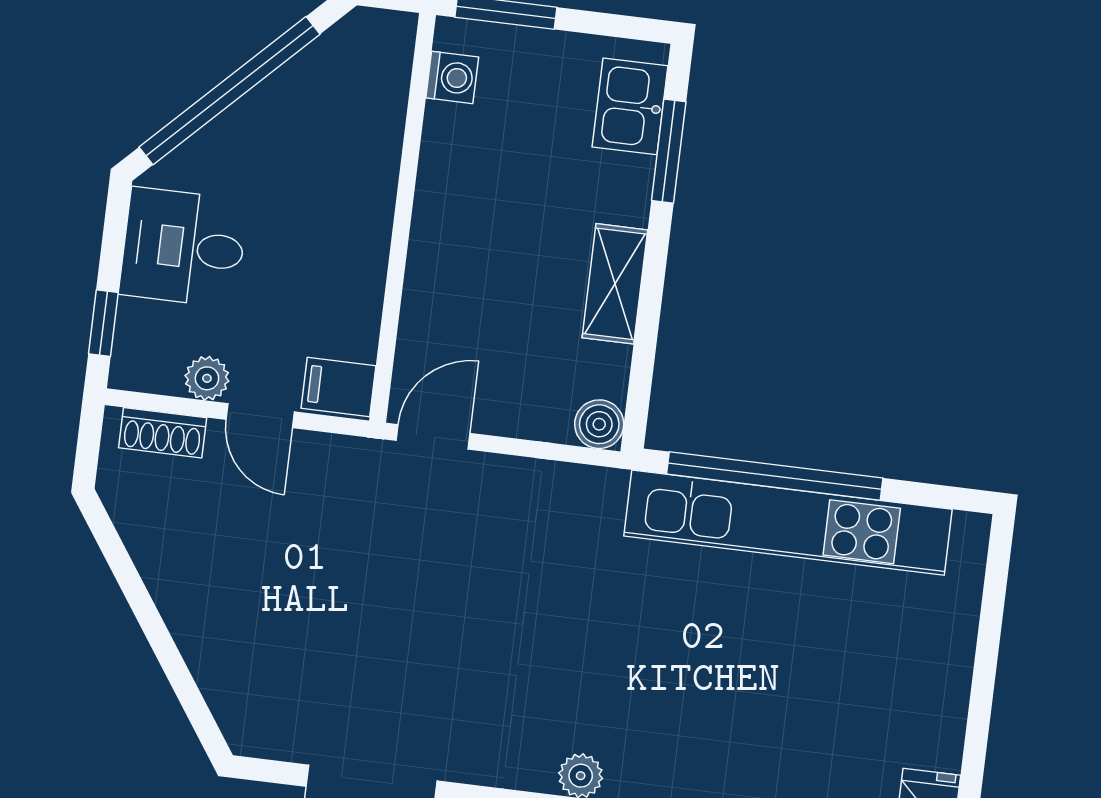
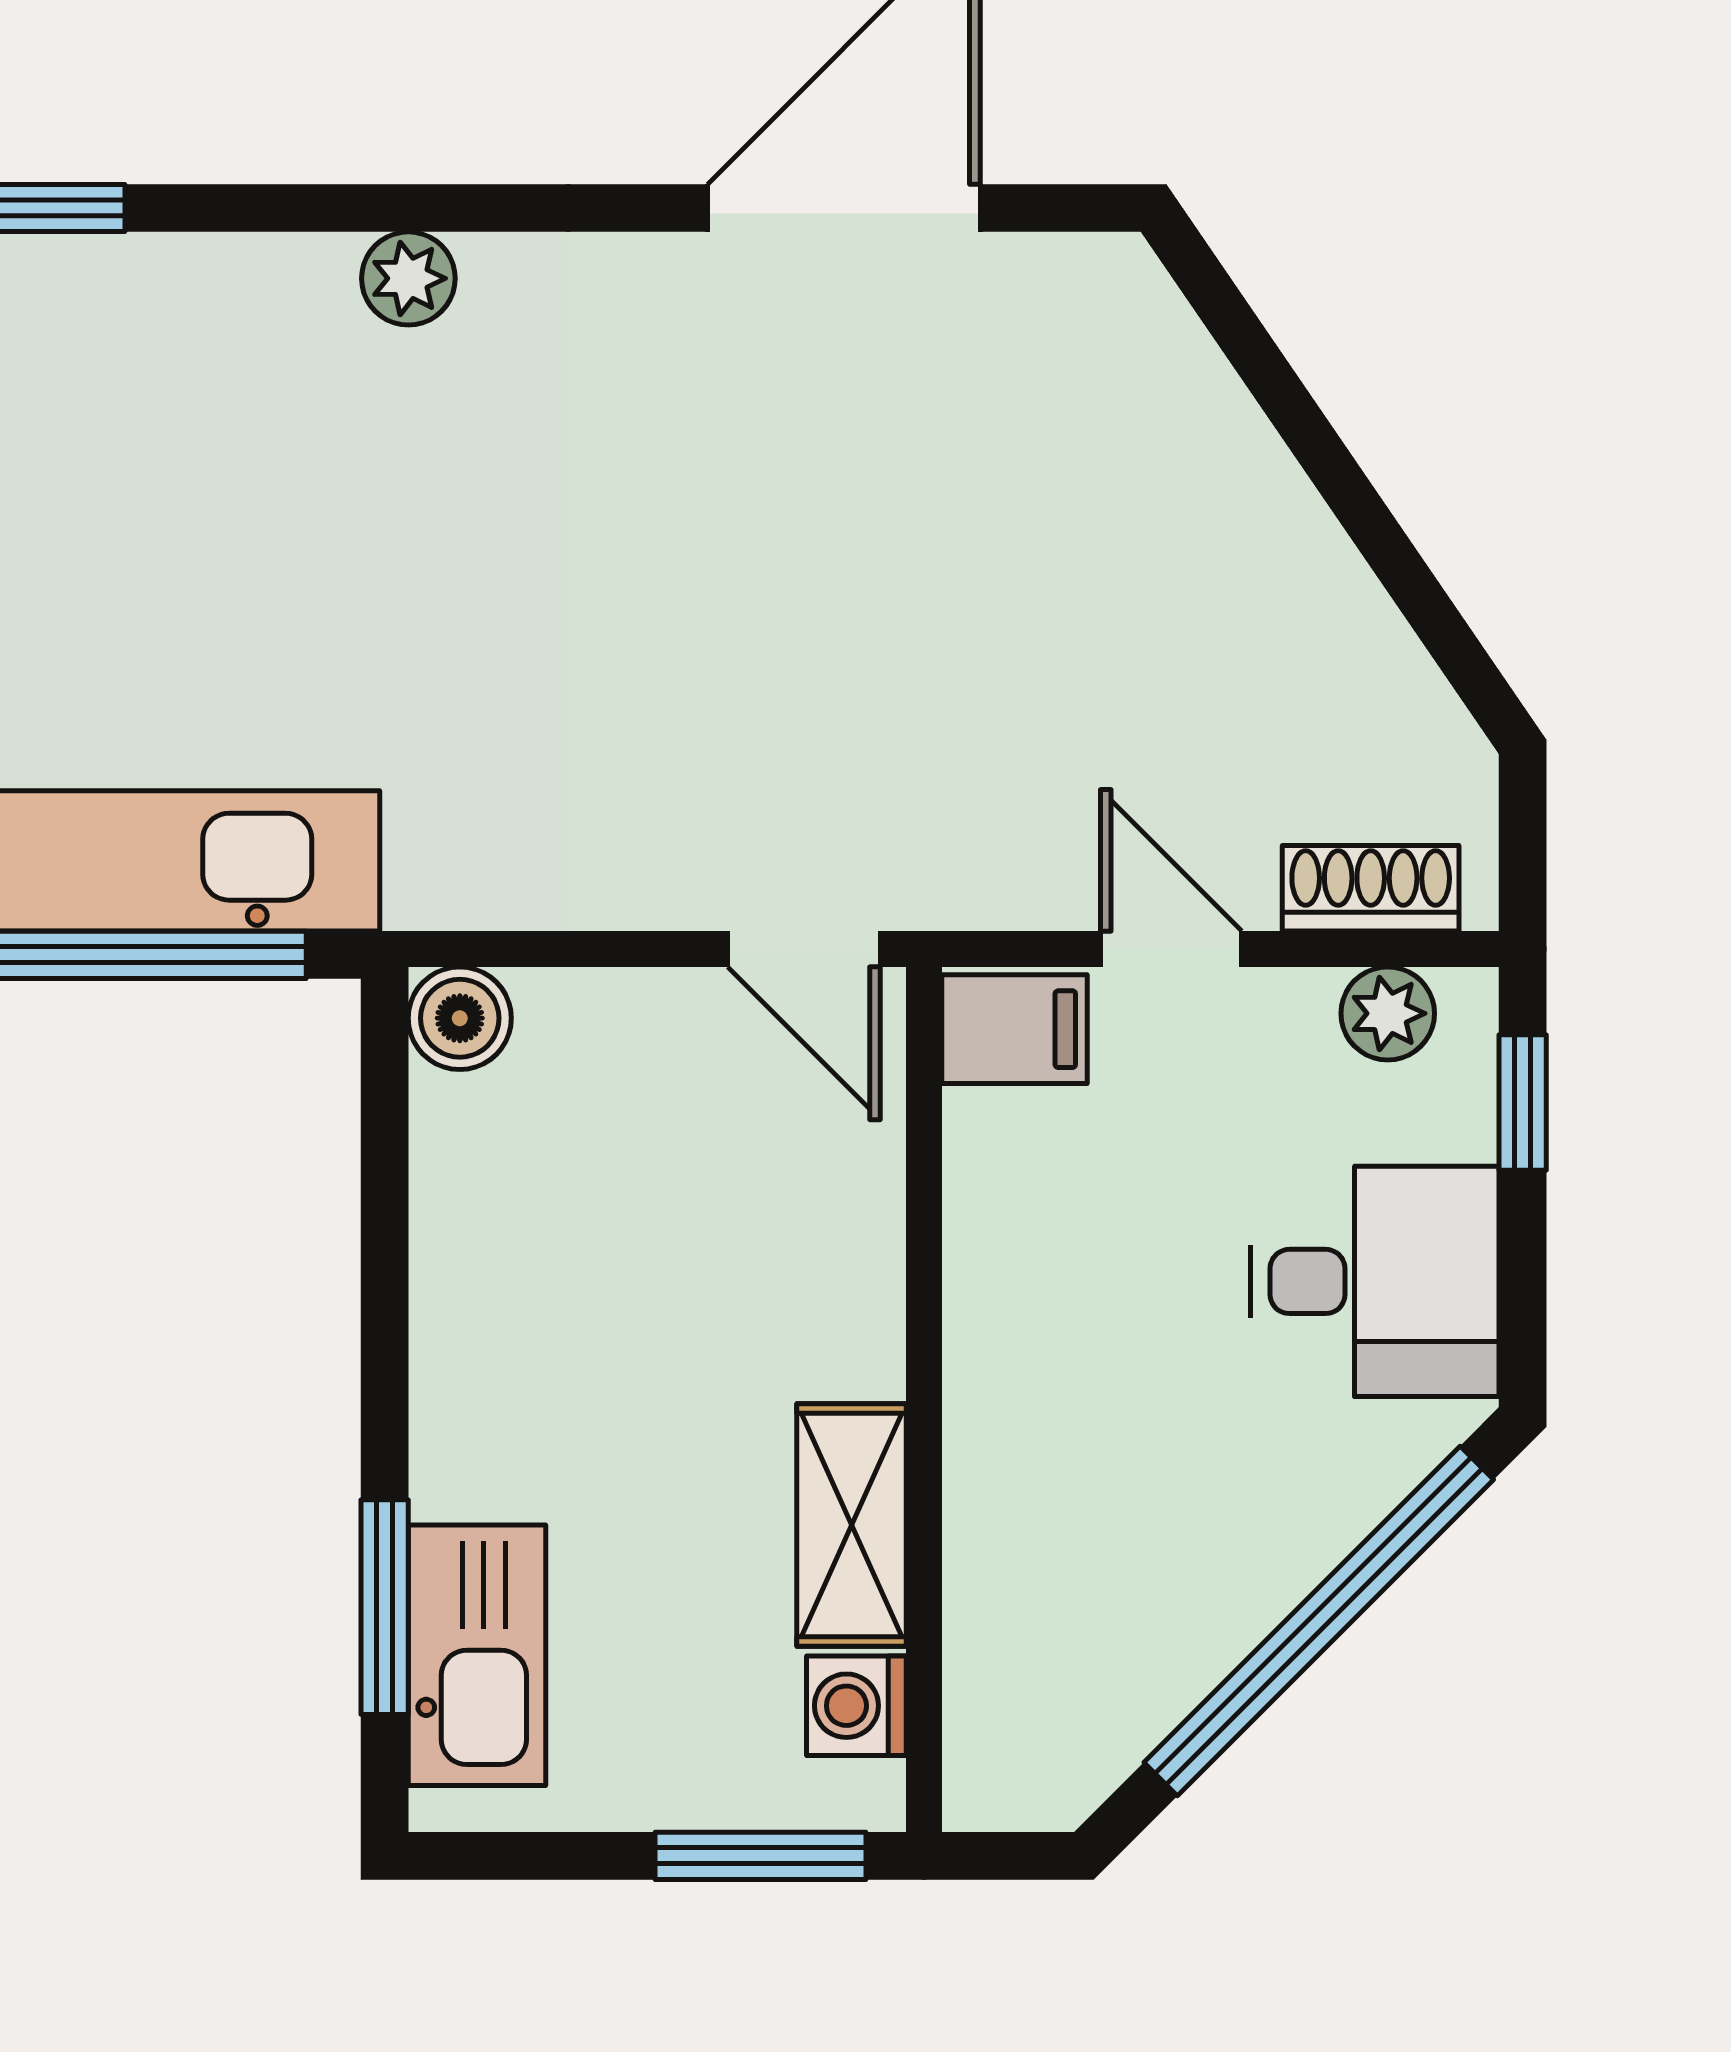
kitchen sink: (630, 106) -> (477, 1655), width x1.38
shelving: (615, 284) -> (852, 1525), moved
plant: (207, 378) -> (1388, 1013), moved
door: (433, 437) -> (804, 949), hinge flipped

